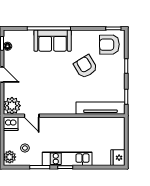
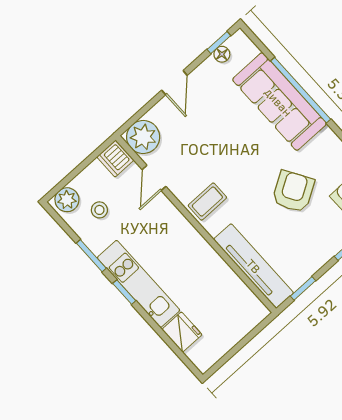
sofa: (53, 41) -> (279, 102), width x1.36
coffee table: (59, 103) -> (207, 202), added
fridge: (118, 158) -> (182, 332), moved, turned 90

